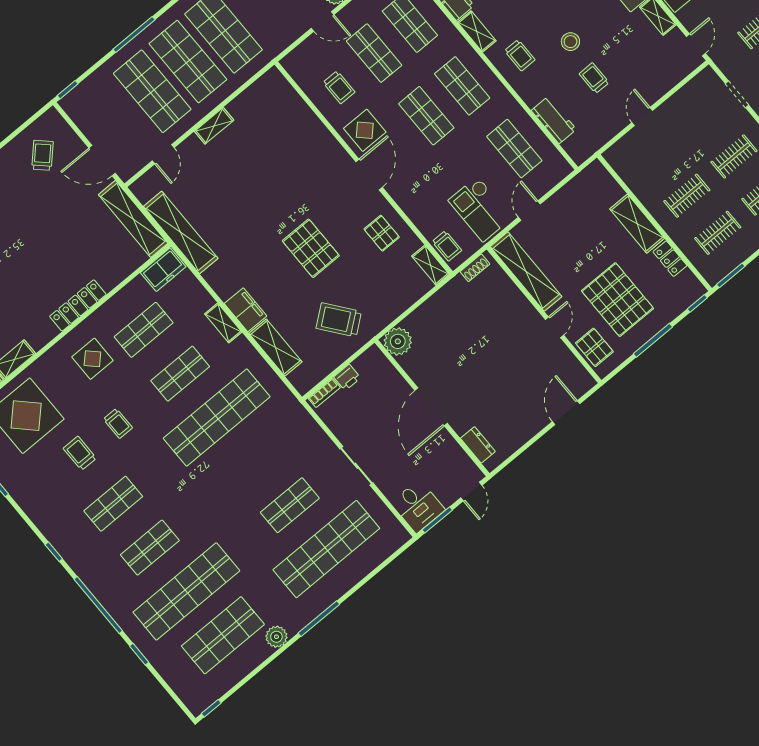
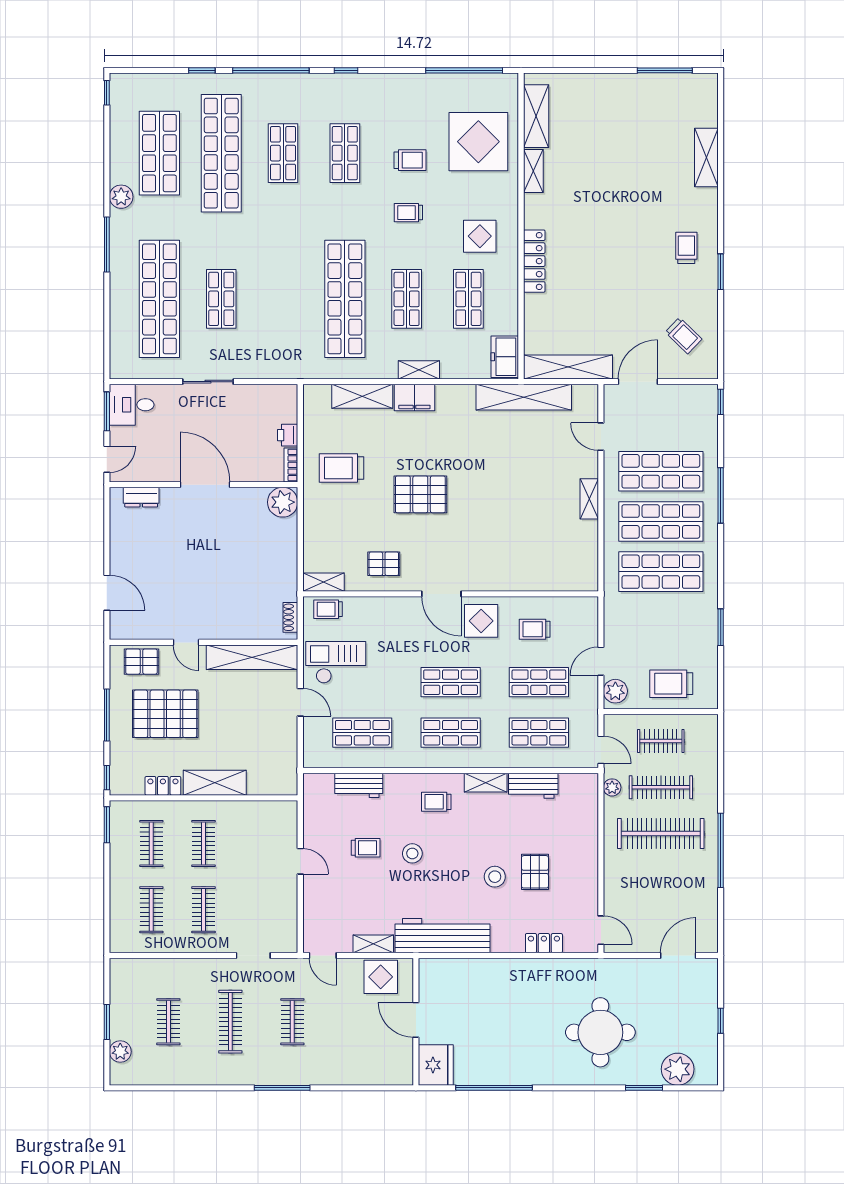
trolley: (339, 320) -> (342, 468), turned -142
bookcase: (324, 393) -> (291, 465), moved
door: (471, 492) -> (107, 459), swing flipped

